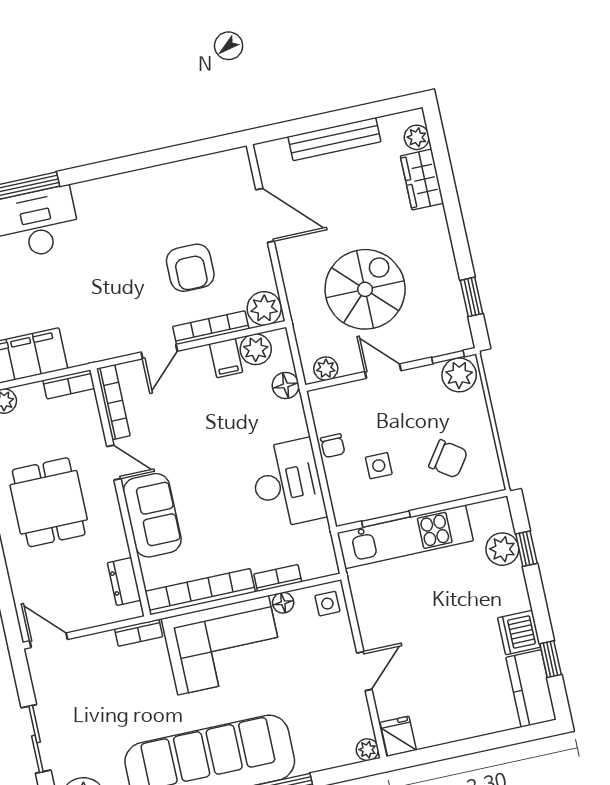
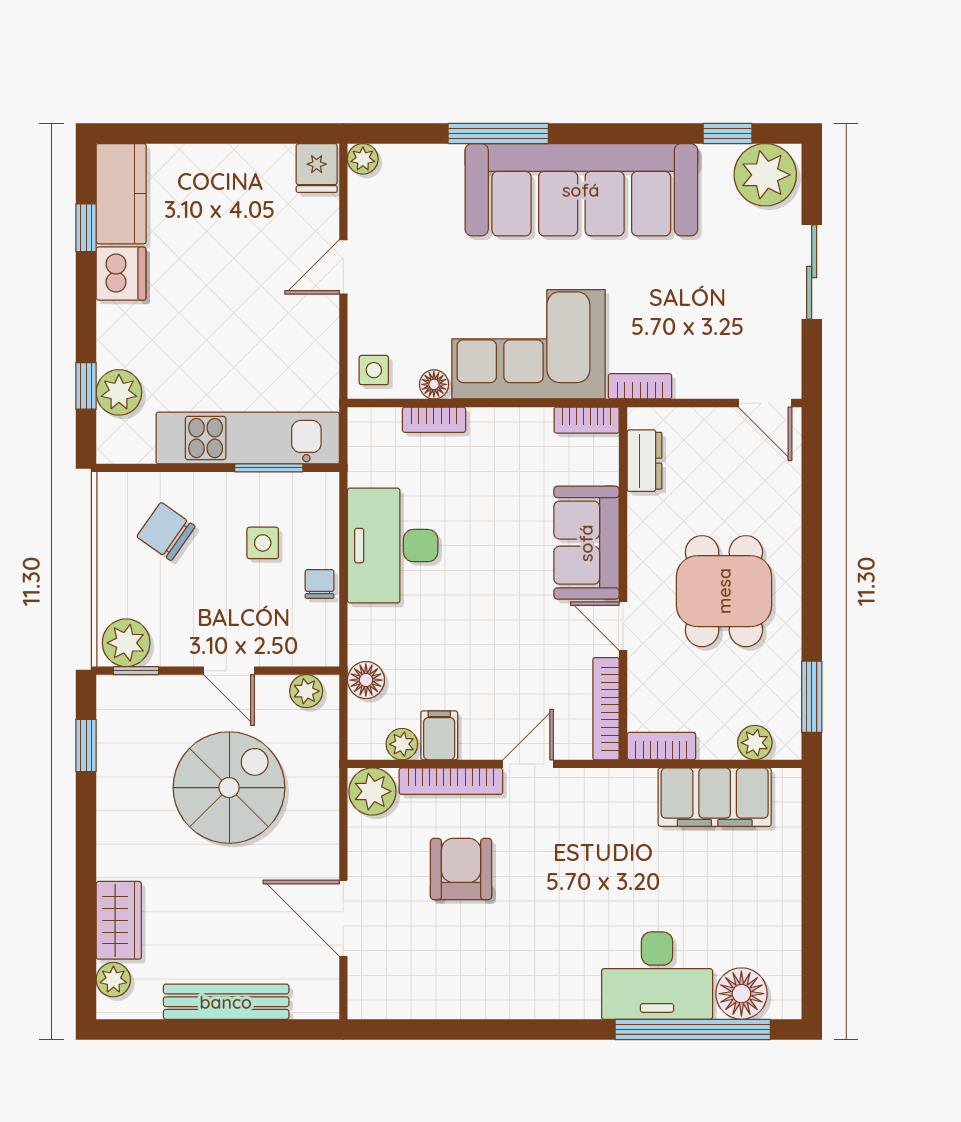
spiral stairs: (365, 289) -> (229, 788), turned 180
plant: (256, 349) -> (402, 744), width x0.73, depth x0.73
bookcase: (200, 592) -> (587, 420), width x0.43, depth x0.76

